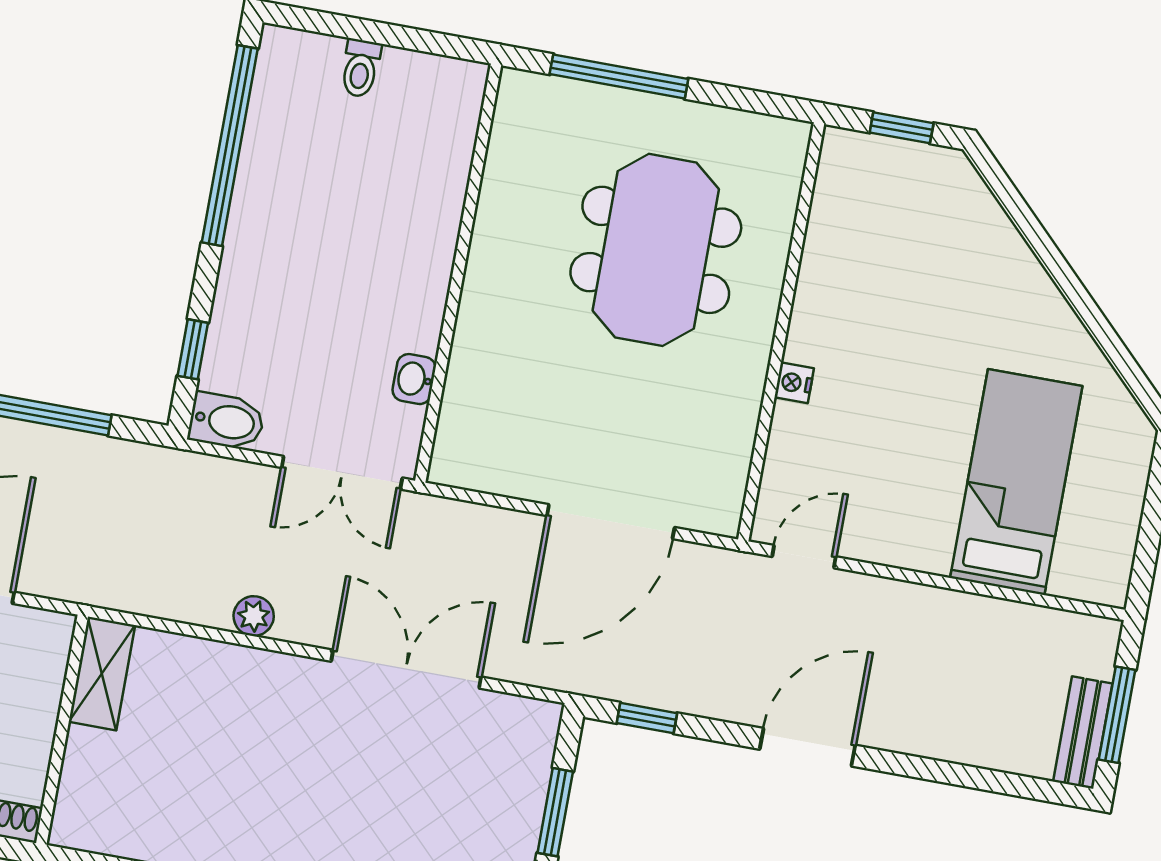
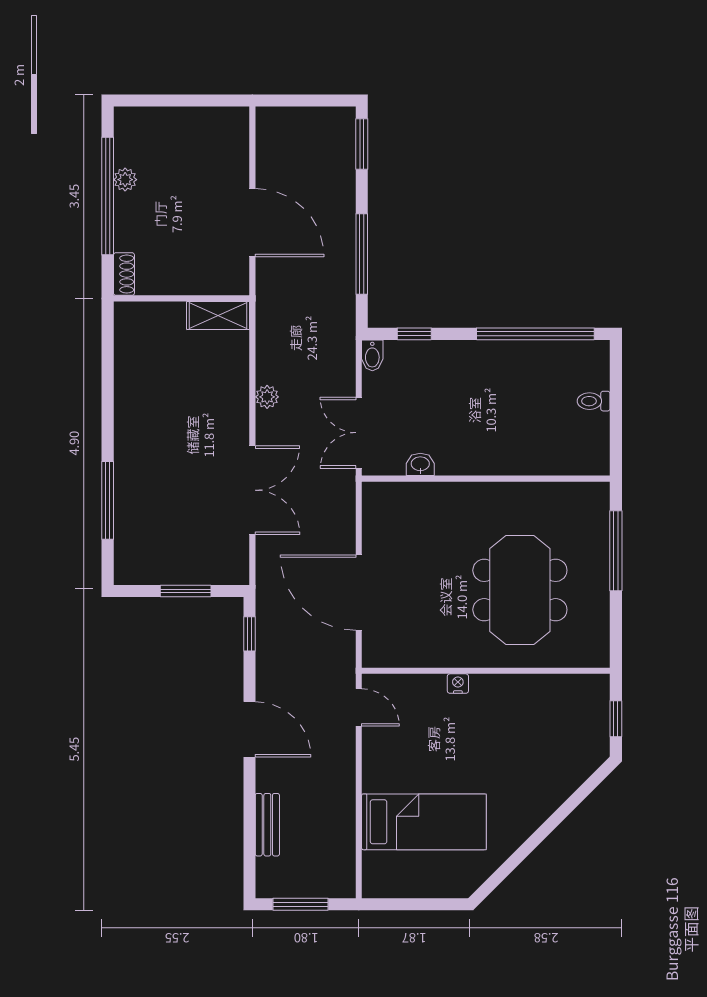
meeting table: (656, 250) -> (520, 590), turned 90
bidet: (227, 421) -> (372, 355), width x0.72, depth x0.74
bench: (1083, 733) -> (267, 825), moved, turned 90

